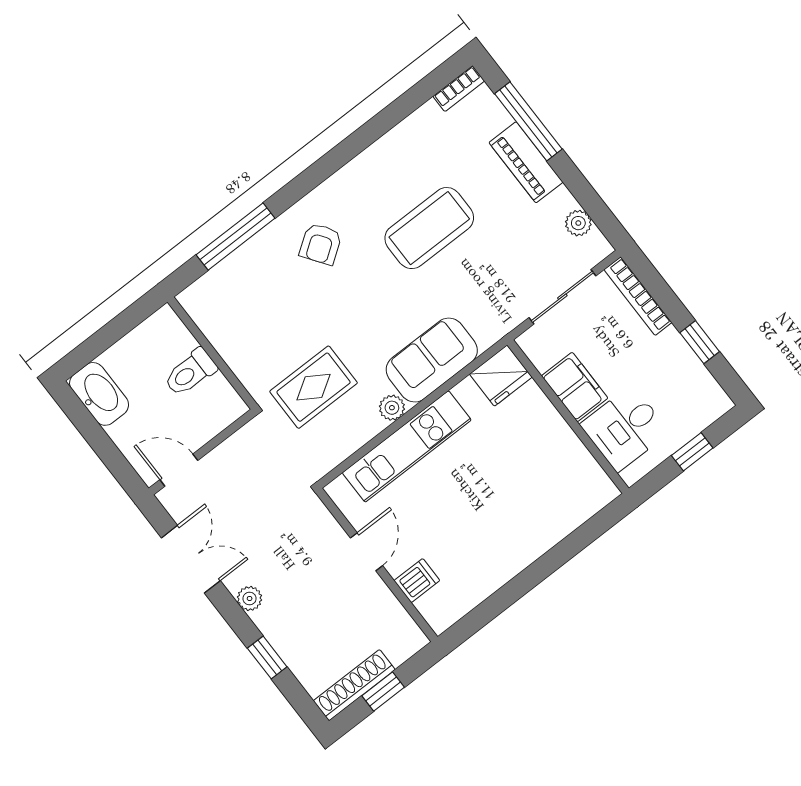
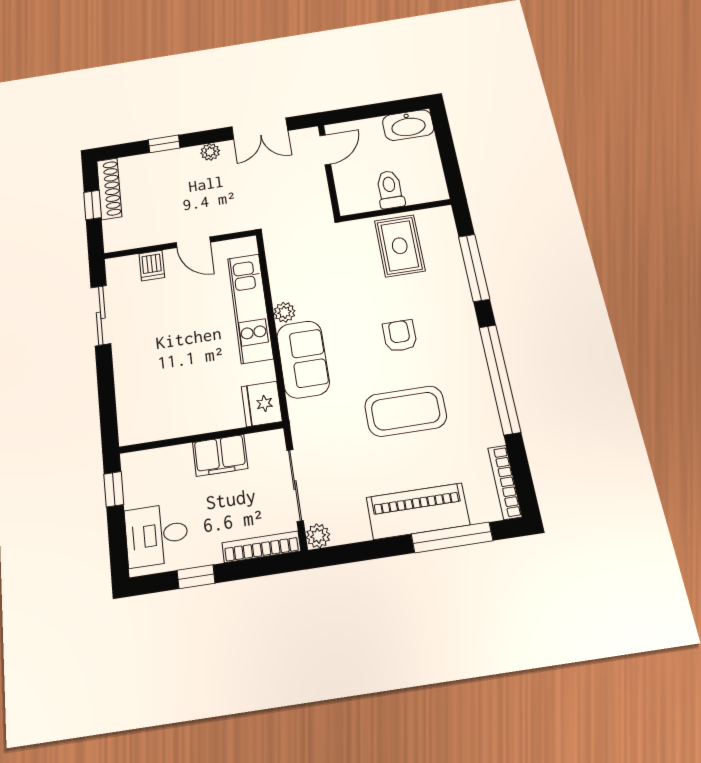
bookcase: (459, 89) -> (505, 482), width x1.56
window: (345, 152) -> (500, 379), added
piano: (526, 162) -> (418, 511), width x1.37, depth x1.33
plant: (578, 223) -> (318, 536), moved
coffee table: (429, 228) -> (406, 411), turned 90
armchair: (321, 244) -> (400, 336), moved, turned 35
rug: (314, 387) -> (400, 246), moved
desk: (625, 428) -> (157, 535), moved, turned -90
window: (692, 452) -> (114, 489), moved
sliding door: (501, 600) -> (101, 315), added

